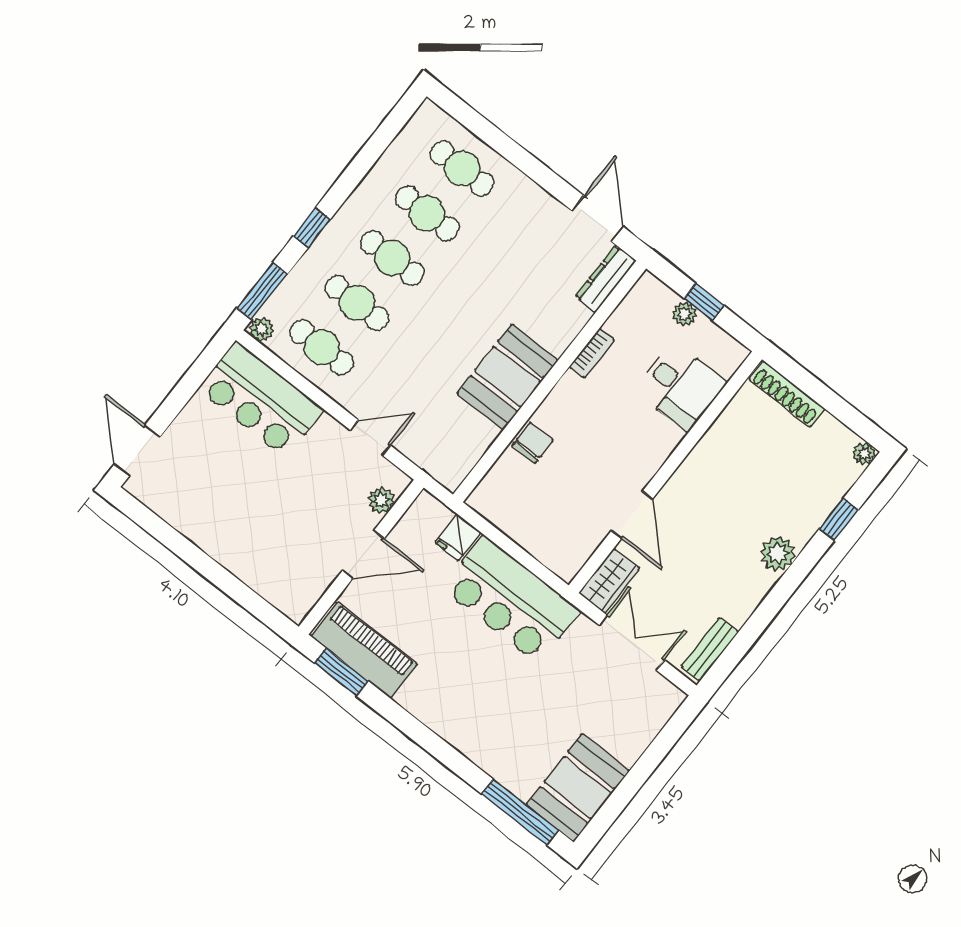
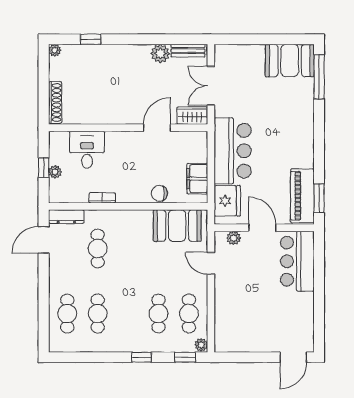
cafe table: (392, 258) -> (98, 249), moved
window: (262, 291) -> (185, 357), width x0.67
booth: (508, 377) -> (177, 226), moved
bar counter: (261, 399) -> (297, 261), moved, turned 180
filing cabinet: (511, 515) -> (197, 179), added
fridge: (458, 537) -> (227, 201), width x1.88, depth x1.34
plant: (778, 554) -> (160, 54), moved

